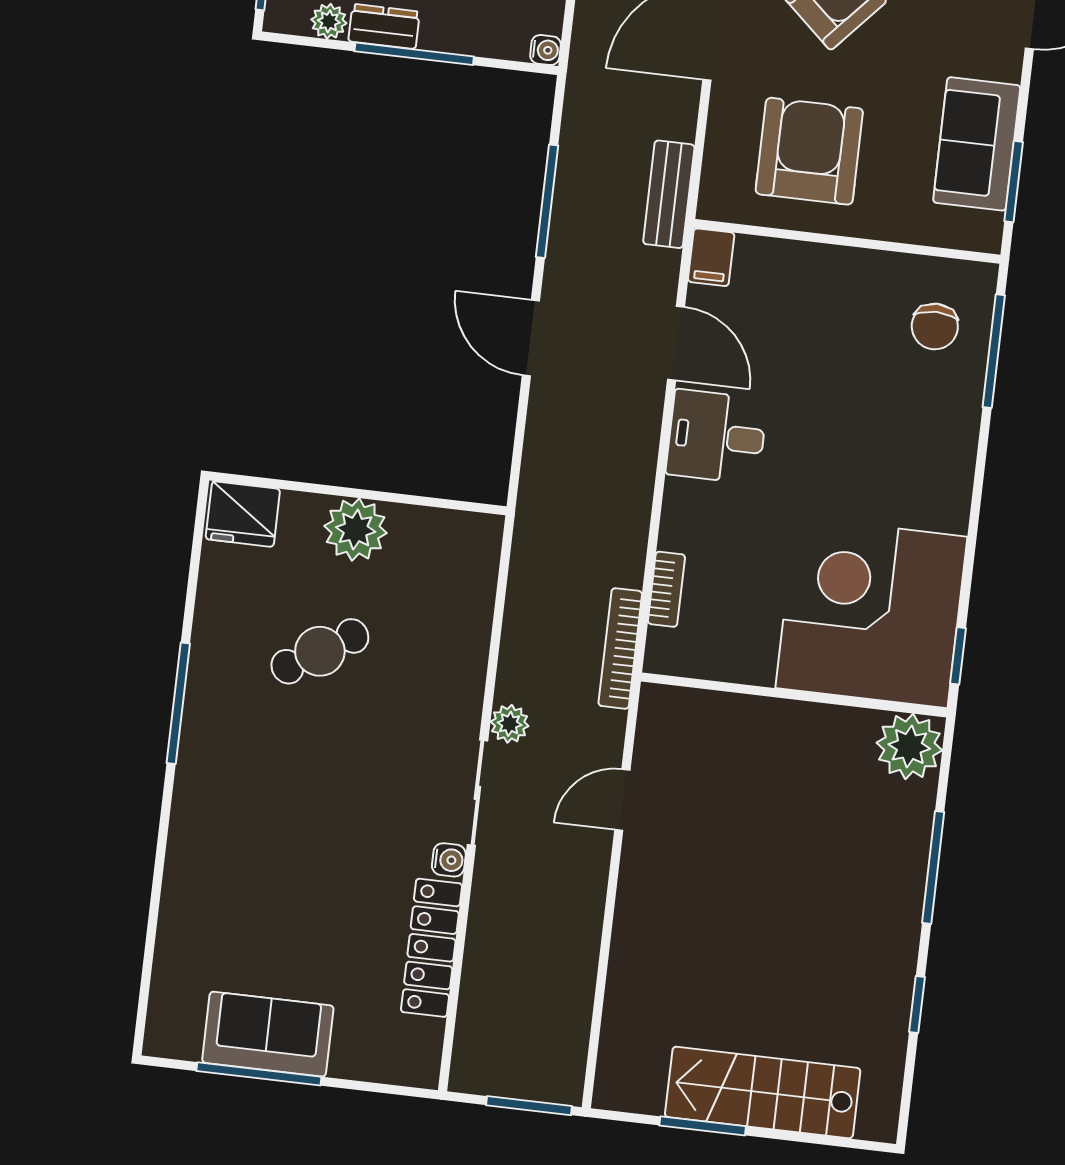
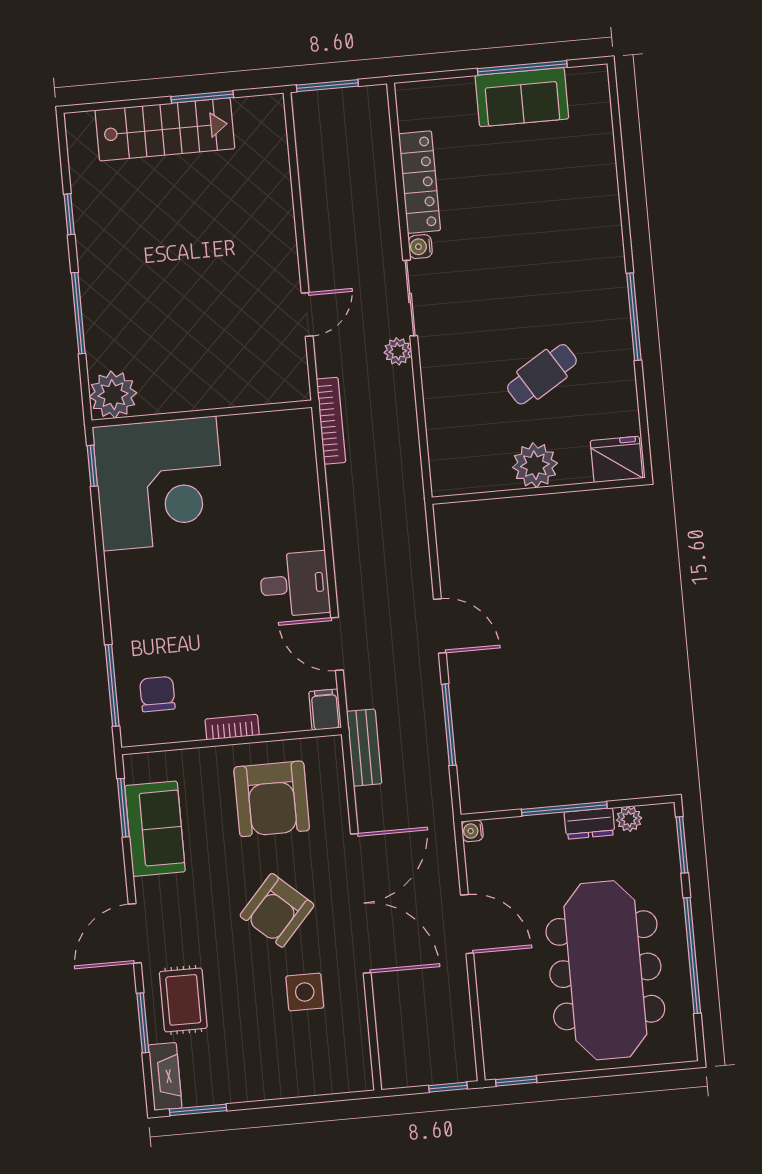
bookcase: (666, 589) -> (232, 727), moved, turned 90

